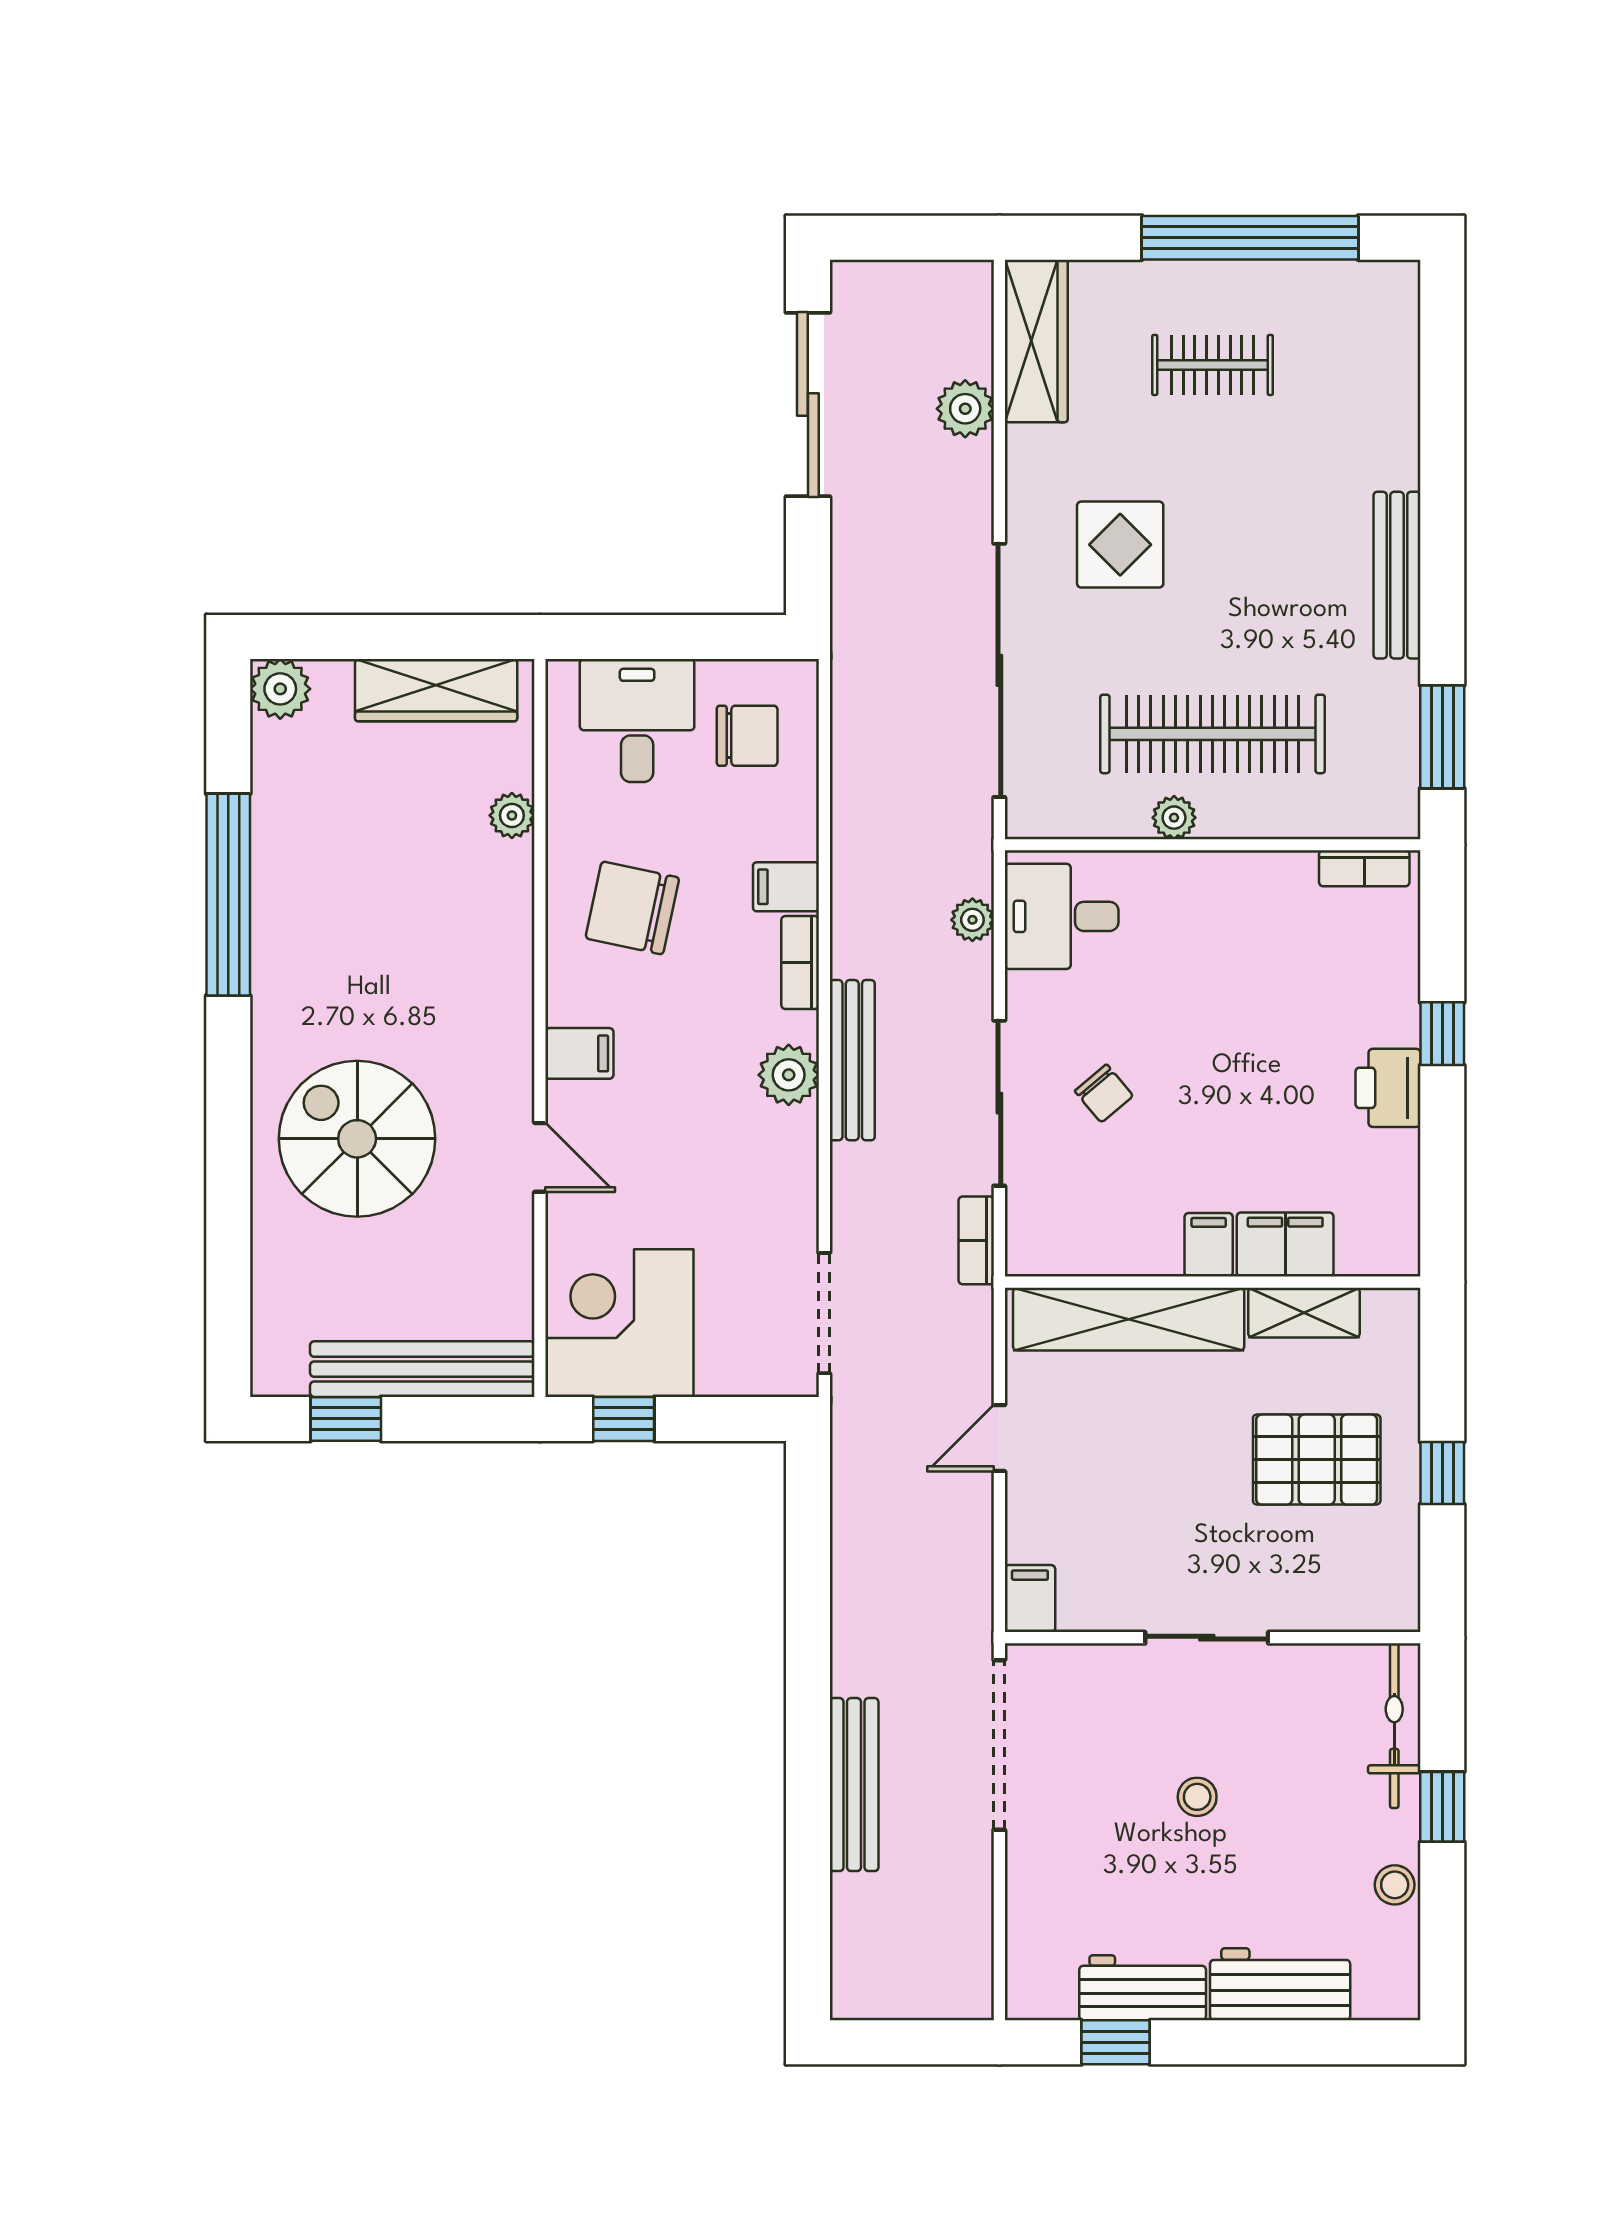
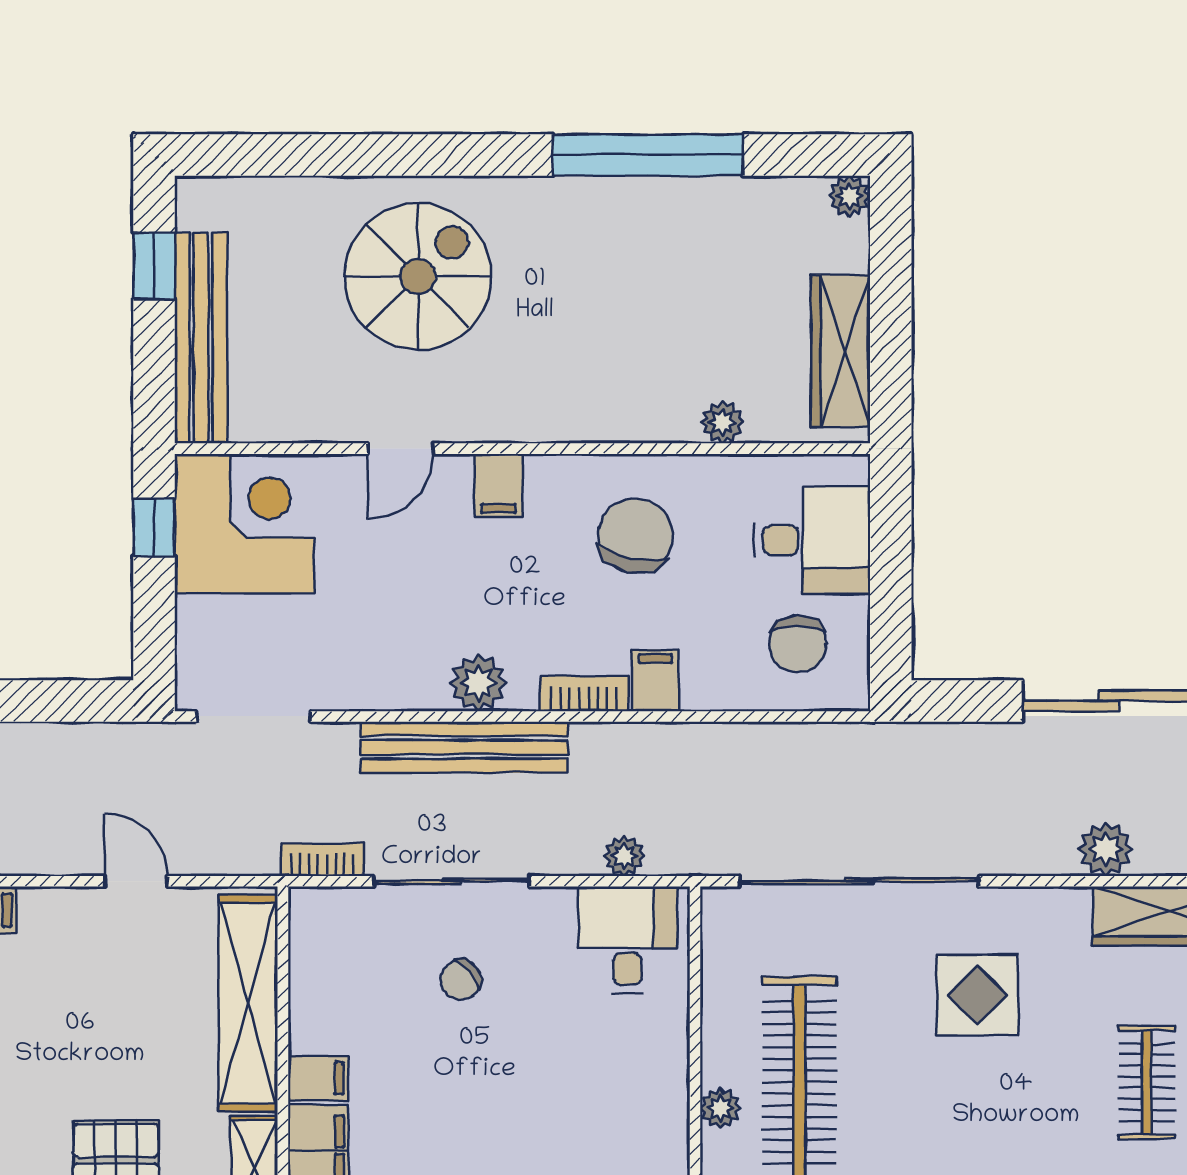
plant: (280, 689) -> (849, 196), width x0.73, depth x0.73
plant: (1174, 818) -> (720, 1108), moved
bench: (852, 1060) -> (464, 747), width x1.37, depth x1.21

